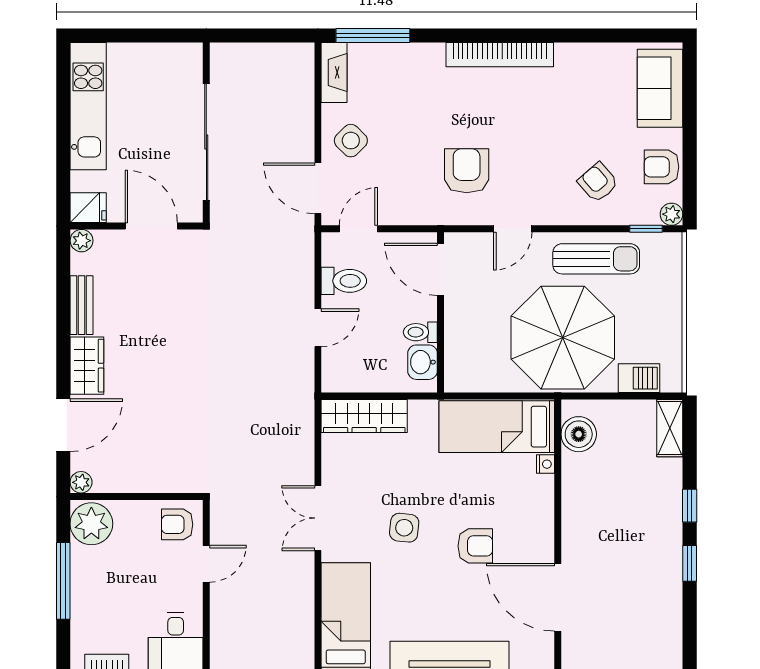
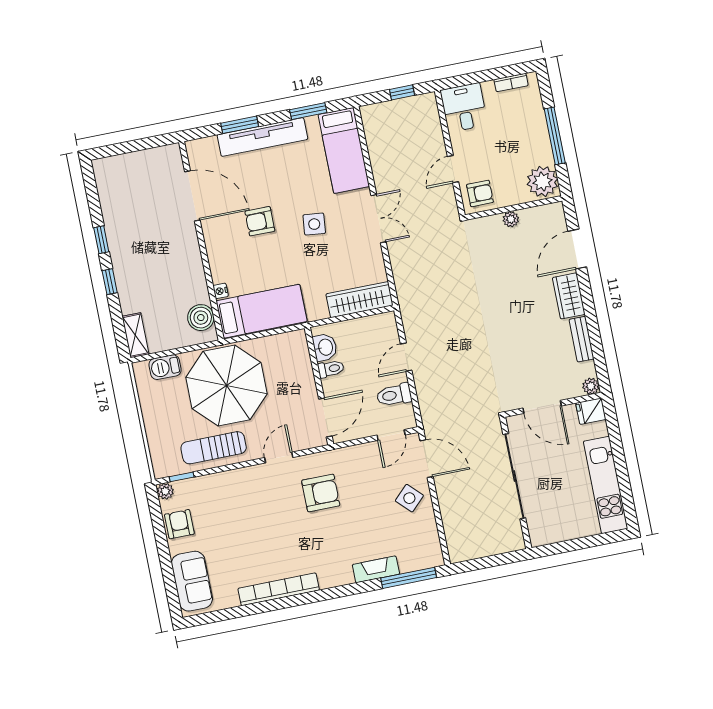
bookcase: (500, 55) -> (279, 589), moved
fireplace: (334, 72) -> (376, 569), moved, turned 90
armchair: (662, 167) -> (179, 524), turned -90
armchair: (467, 171) -> (321, 493), turned -90
armchair: (598, 182) -> (223, 504), removed
door: (441, 269) -> (325, 417), hinge flipped
plant: (81, 482) -> (511, 219), moved

